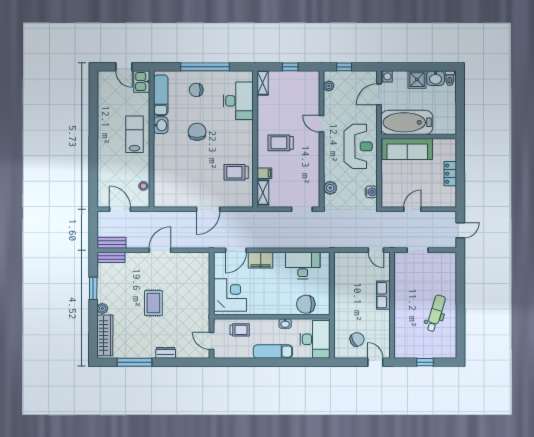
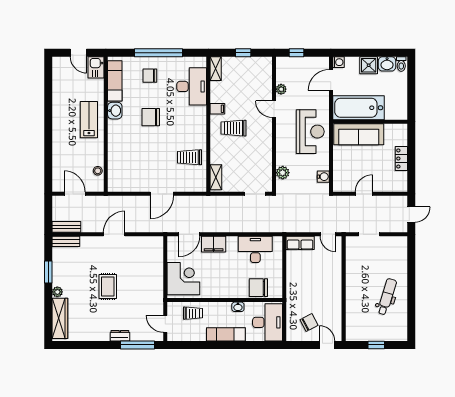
plant: (329, 86) -> (281, 89), moved
chair: (197, 132) -> (151, 117), turned -90
filing cabinet: (264, 173) -> (217, 109), moved
row of seats: (383, 295) -> (300, 243), moved, turned -90
window: (134, 362) -> (137, 345), moved

